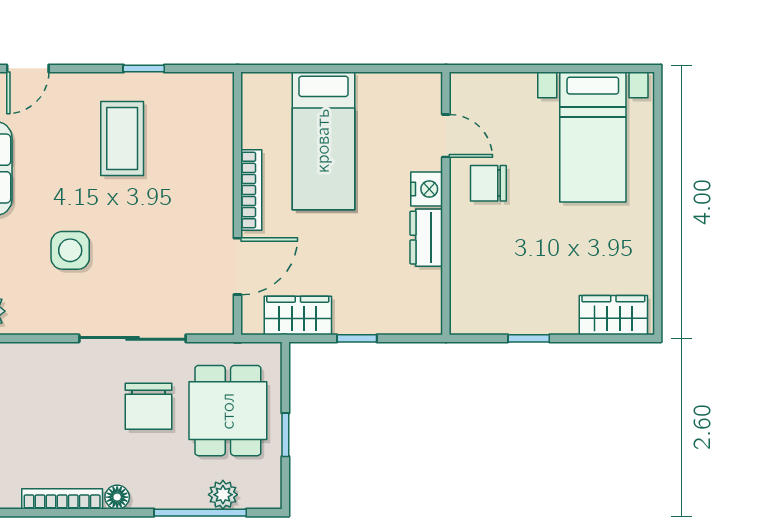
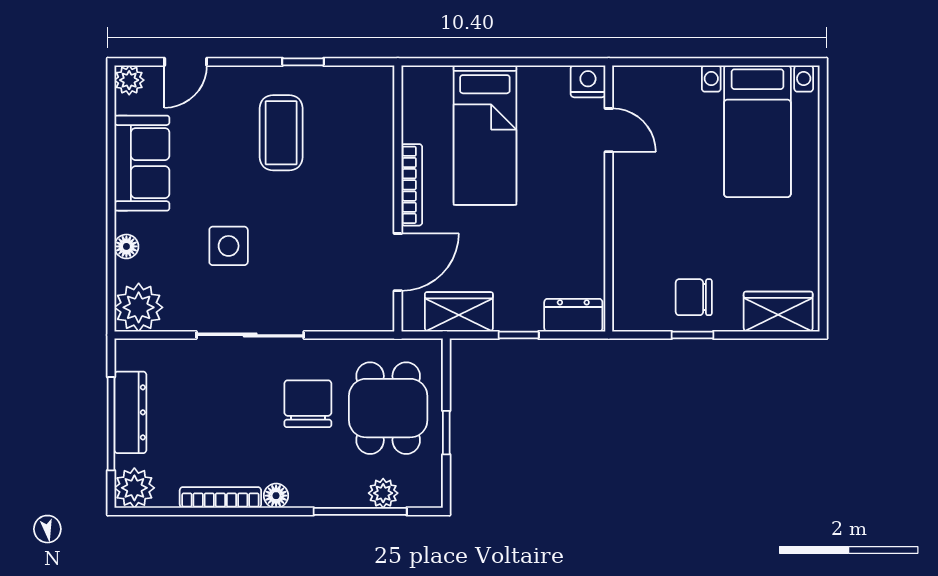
chair: (488, 183) -> (694, 297), moved
nightstand: (427, 189) -> (588, 81), moved, turned -90
dresser: (426, 238) -> (573, 315), moved, turned 90
sliding door: (132, 338) -> (250, 335), moved
chair: (149, 406) -> (308, 404), turned 180

